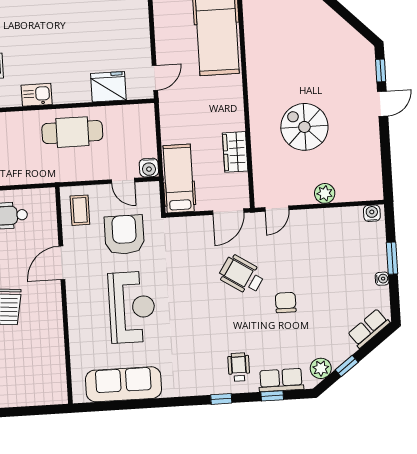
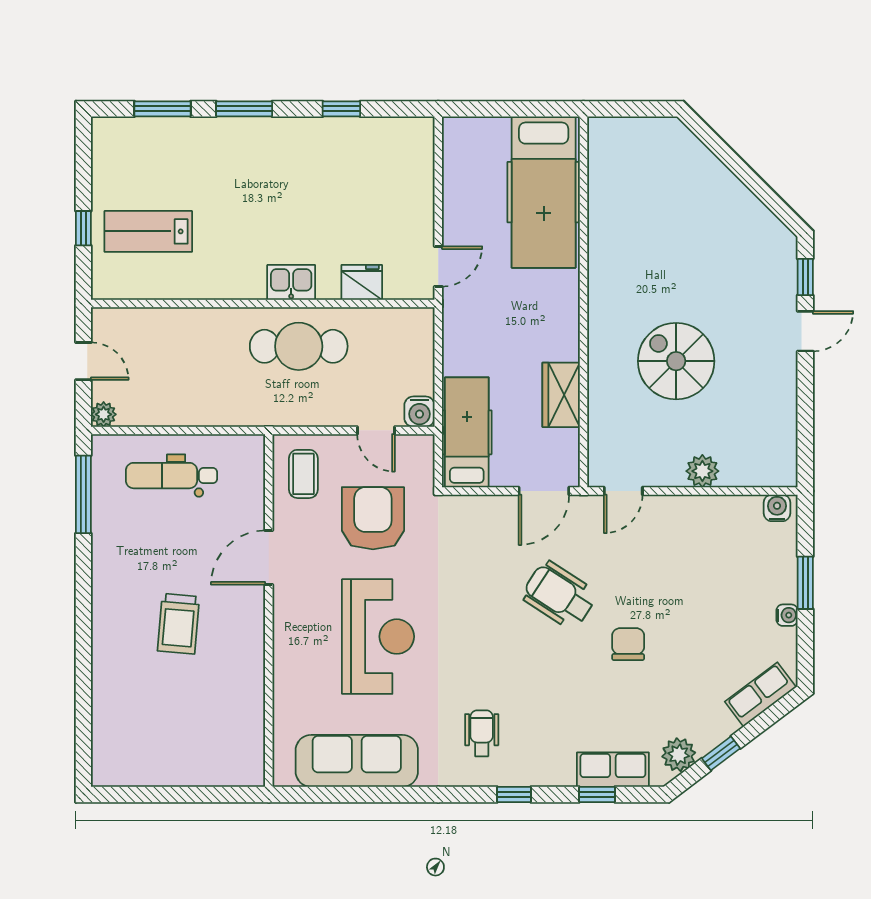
fridge: (108, 87) -> (362, 282), width x0.73, depth x0.75
kitchen sink: (37, 95) -> (291, 282), moved
wheelchair: (239, 367) -> (482, 733), moved

